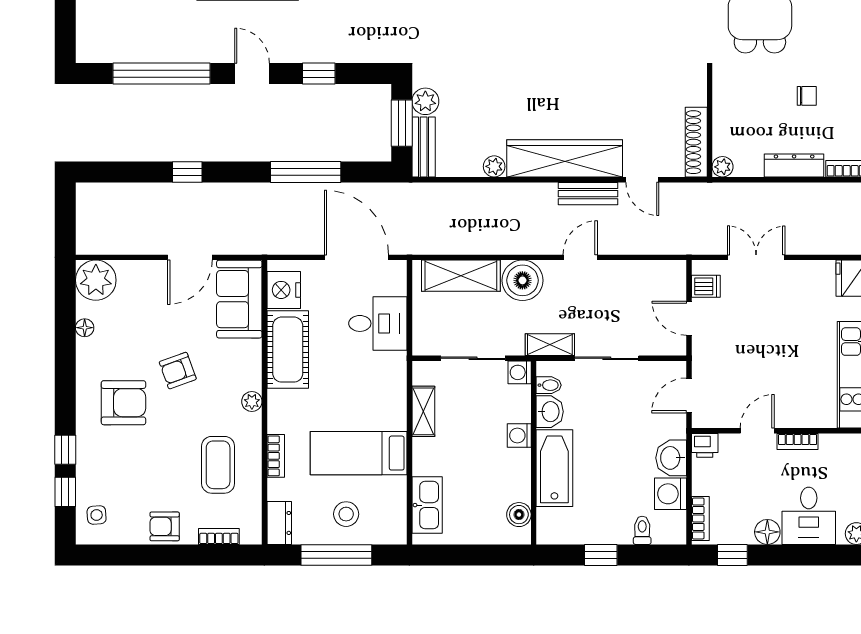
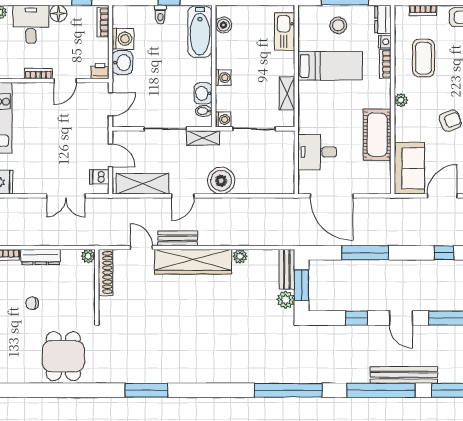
shelving: (461, 276) -> (143, 184), moved
nightstand: (284, 290) -> (385, 42), moved, width x0.53, depth x0.56
bathtub: (554, 468) -> (200, 32), moved
toilet: (642, 530) -> (160, 14), moved

